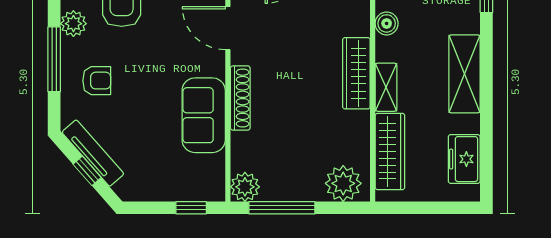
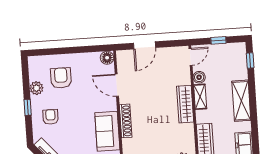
window: (54, 59) -> (28, 107), width x0.46
armchair: (97, 81) -> (51, 117), turned -90
shelving: (386, 87) -> (200, 97), moved

